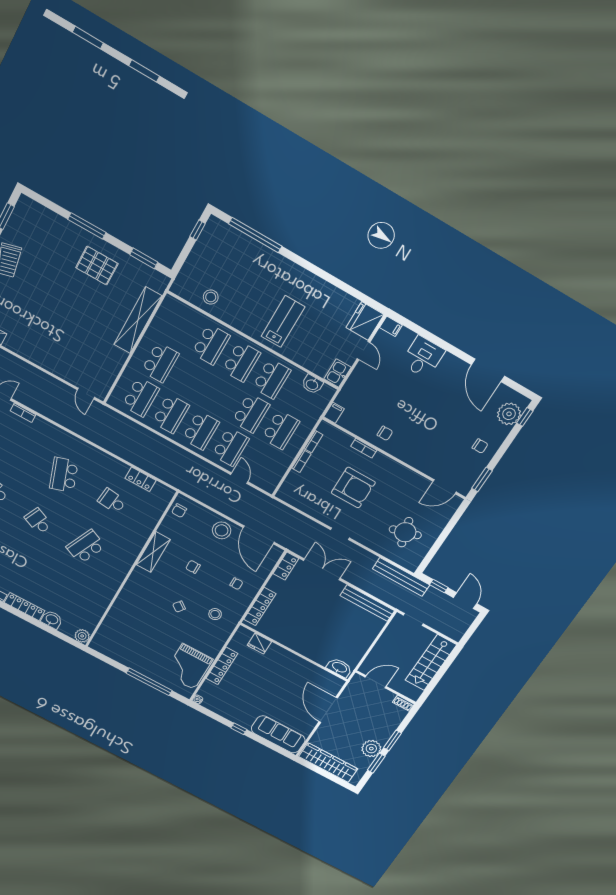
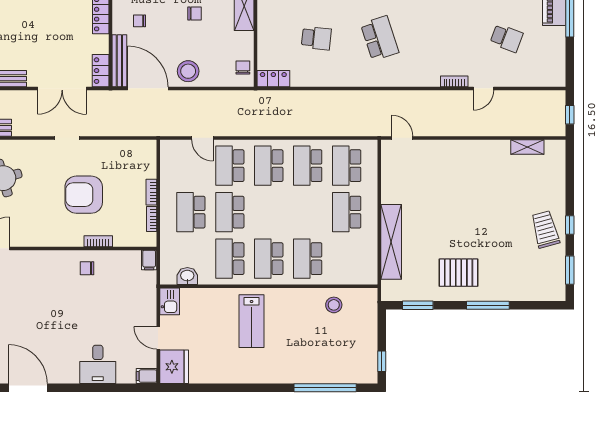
locker: (140, 479) -> (273, 79), moved
bench: (268, 565) -> (119, 61), added

